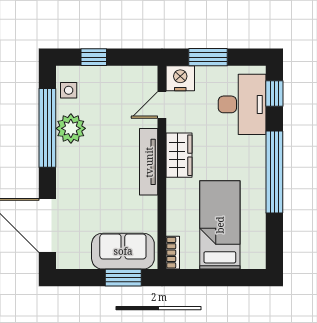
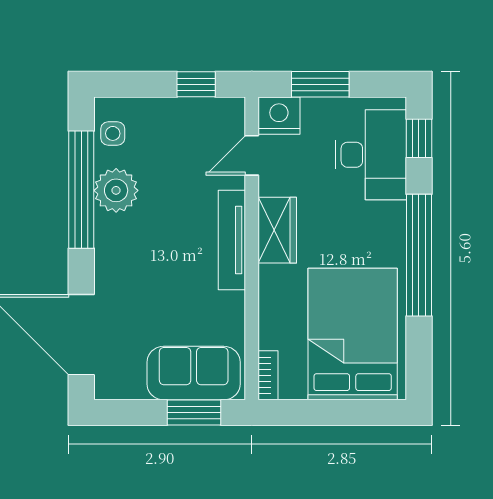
window: (94, 57) -> (196, 84), moved
bed: (220, 225) -> (353, 334), width x1.50

